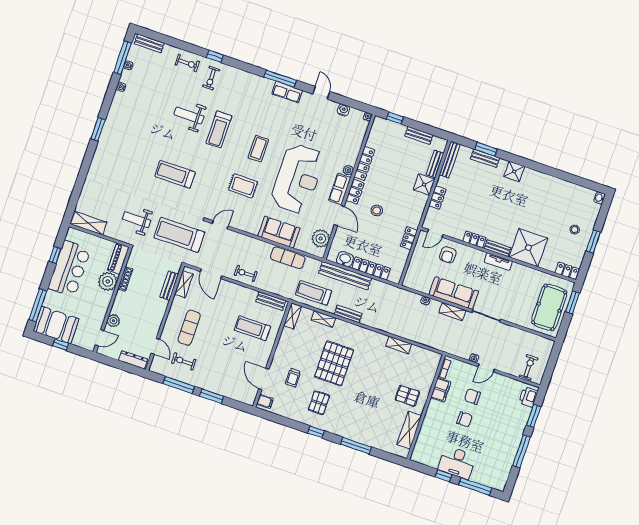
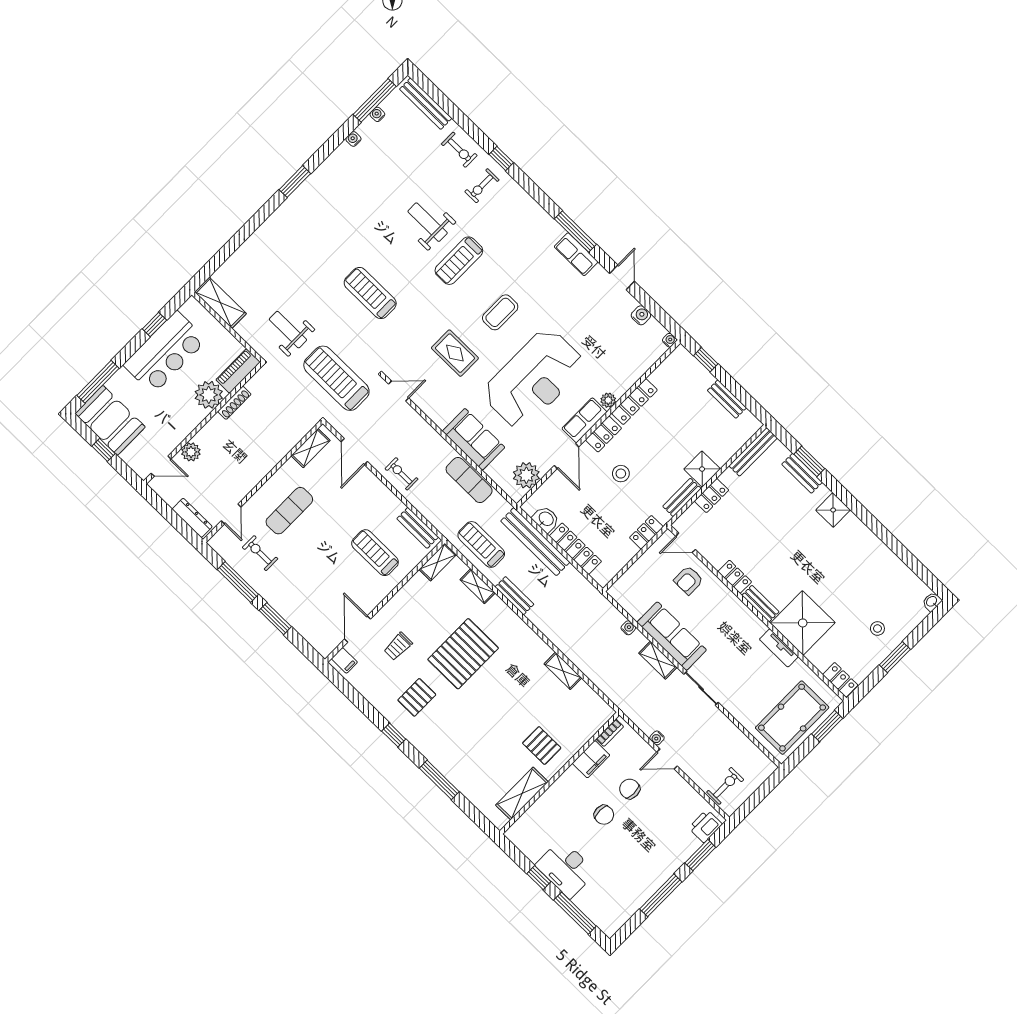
bench: (149, 43) -> (426, 104), width x1.36
bench: (435, 164) -> (682, 497), moved
tv unit: (498, 262) -> (779, 648), moved
bench: (169, 286) -> (289, 441), removed

